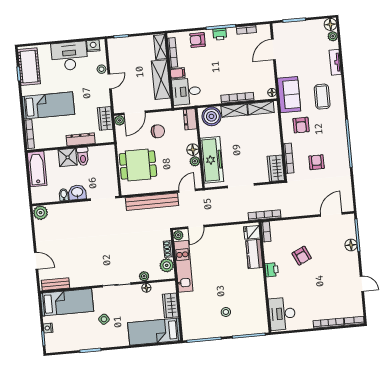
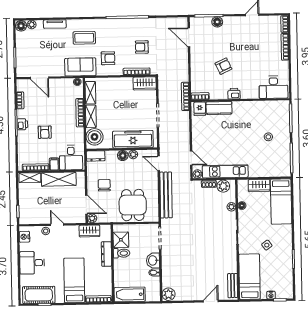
armchair: (198, 40) -> (45, 132), moved
desk: (69, 56) -> (32, 263), width x0.73
shower: (68, 157) -> (121, 240), moved

